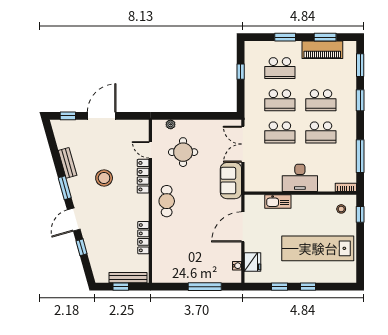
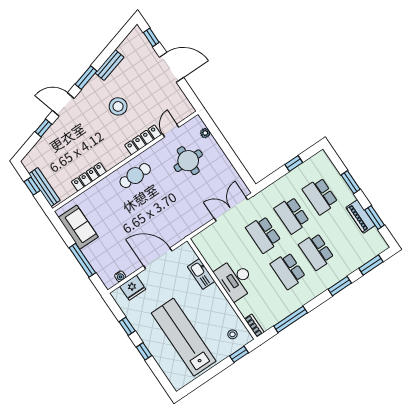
piano: (322, 50) -> (360, 216), width x0.73, depth x0.75
sofa: (231, 181) -> (78, 227), moved, turned 90

